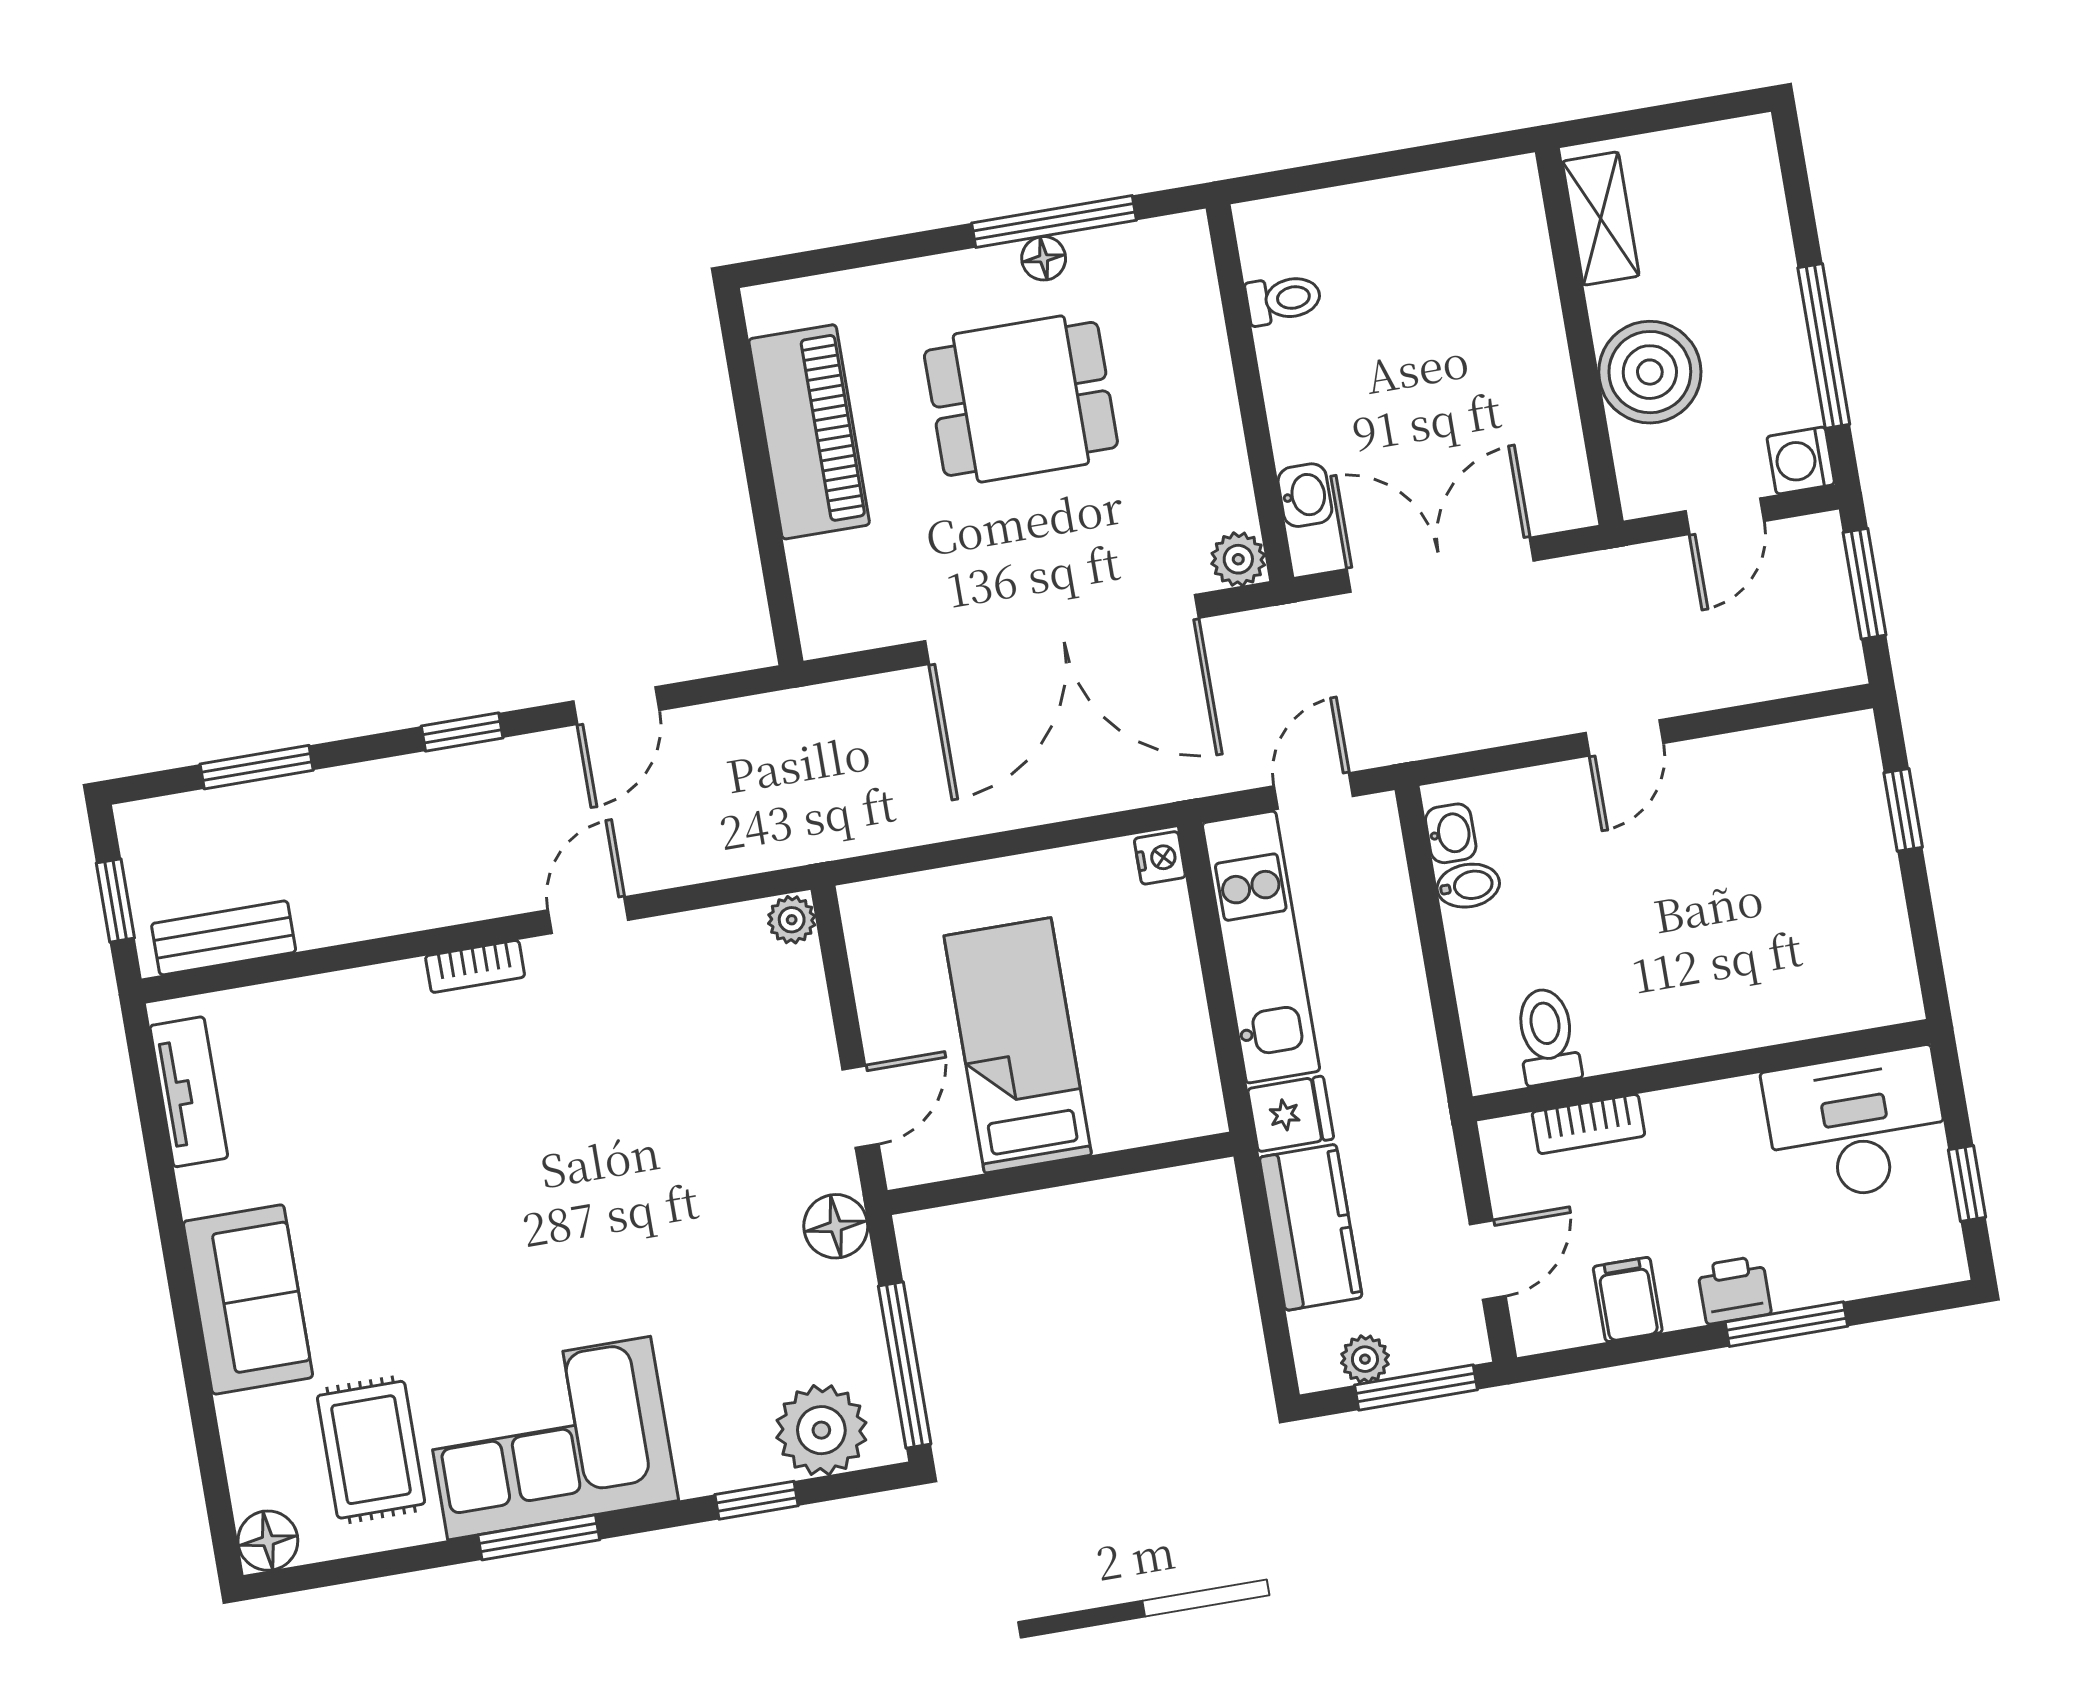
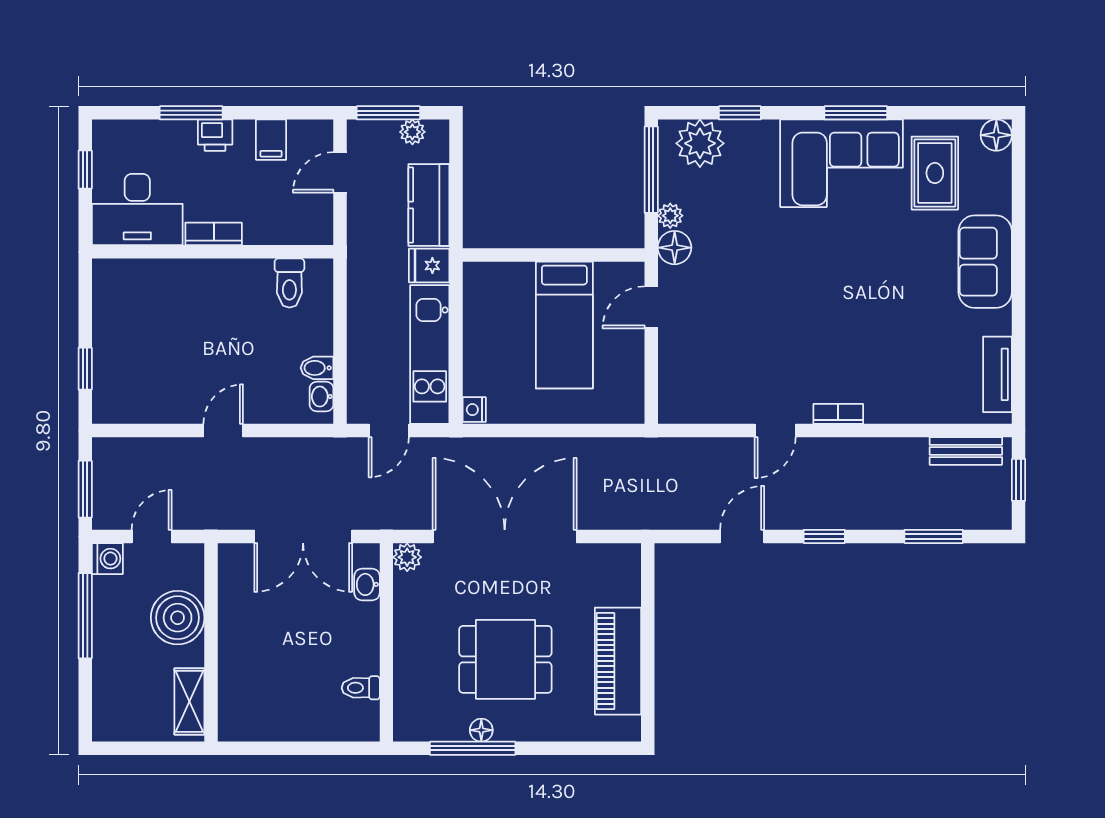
plant: (792, 920) -> (670, 216), moved
bookcase: (1588, 1124) -> (214, 234), moved

